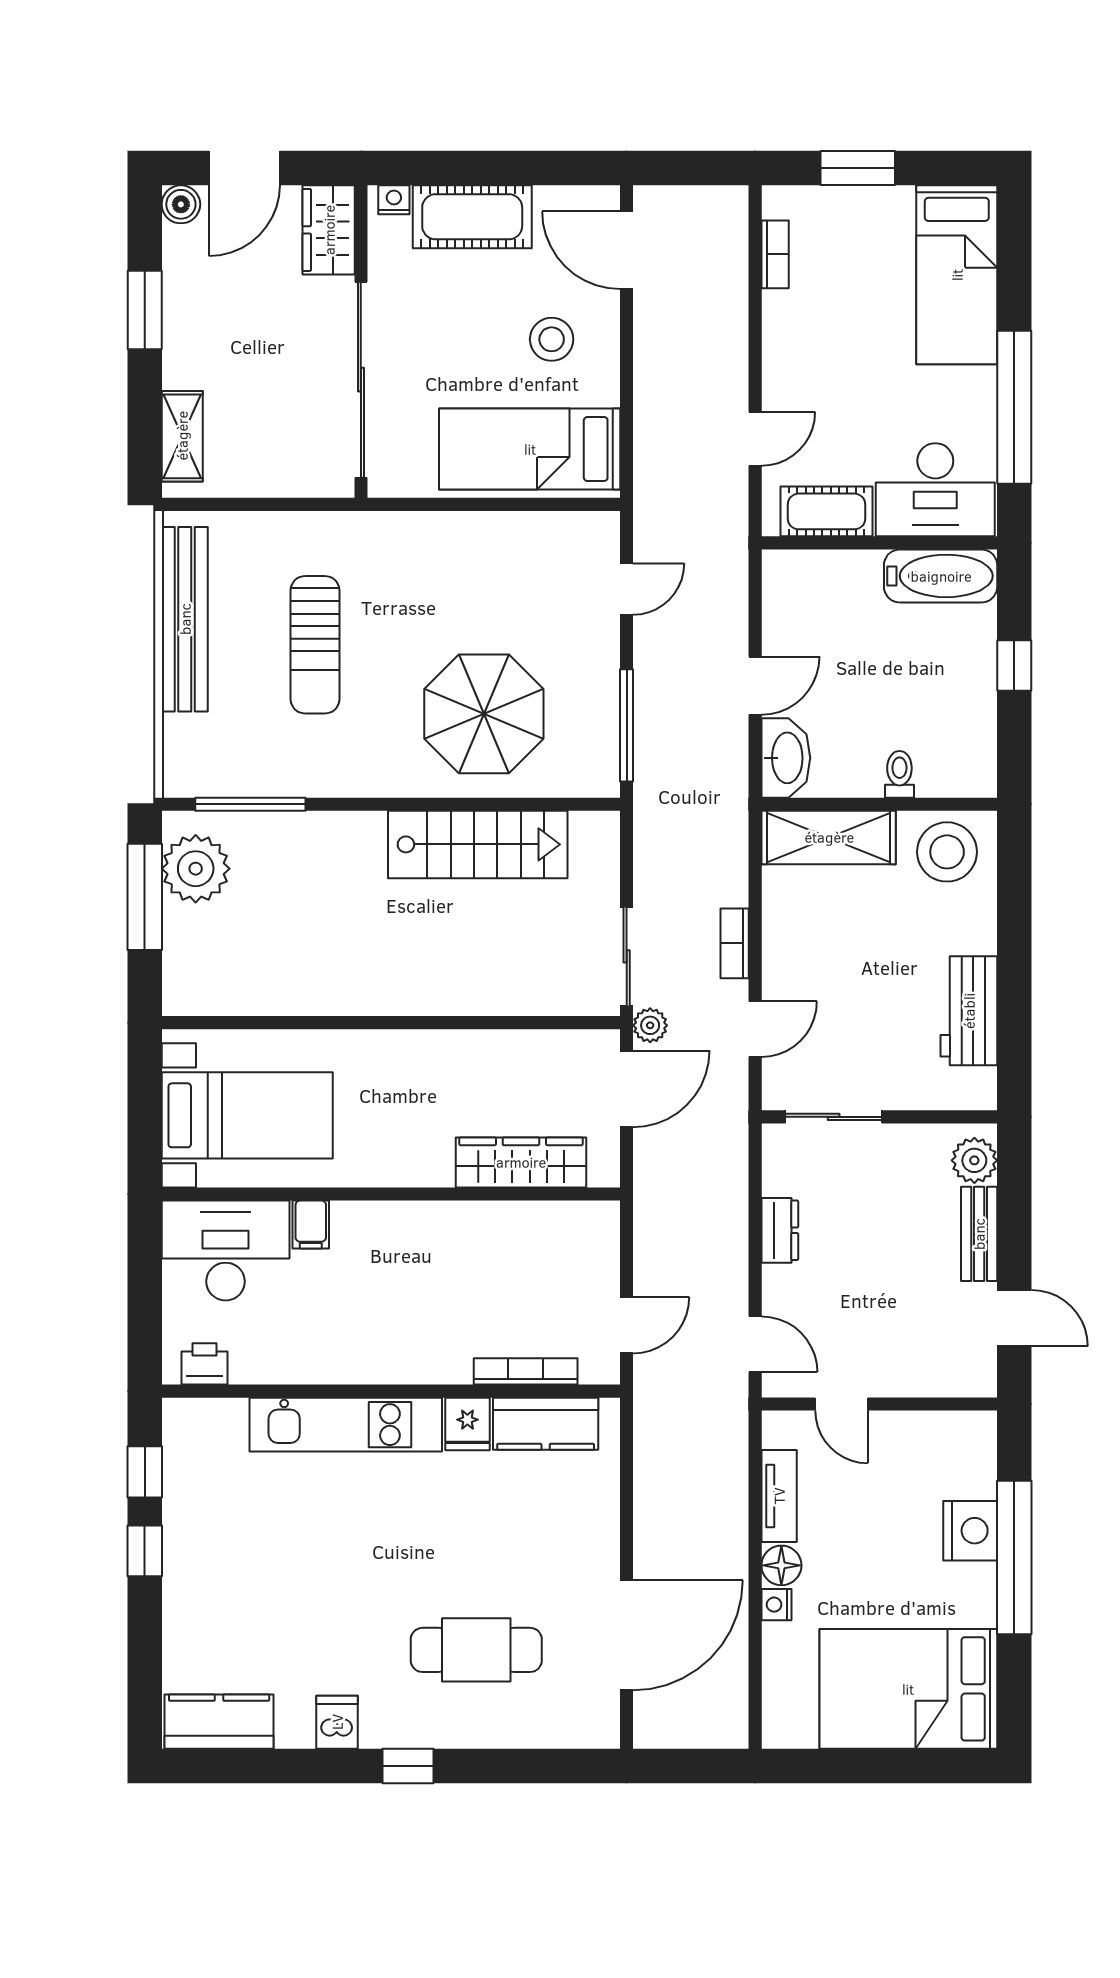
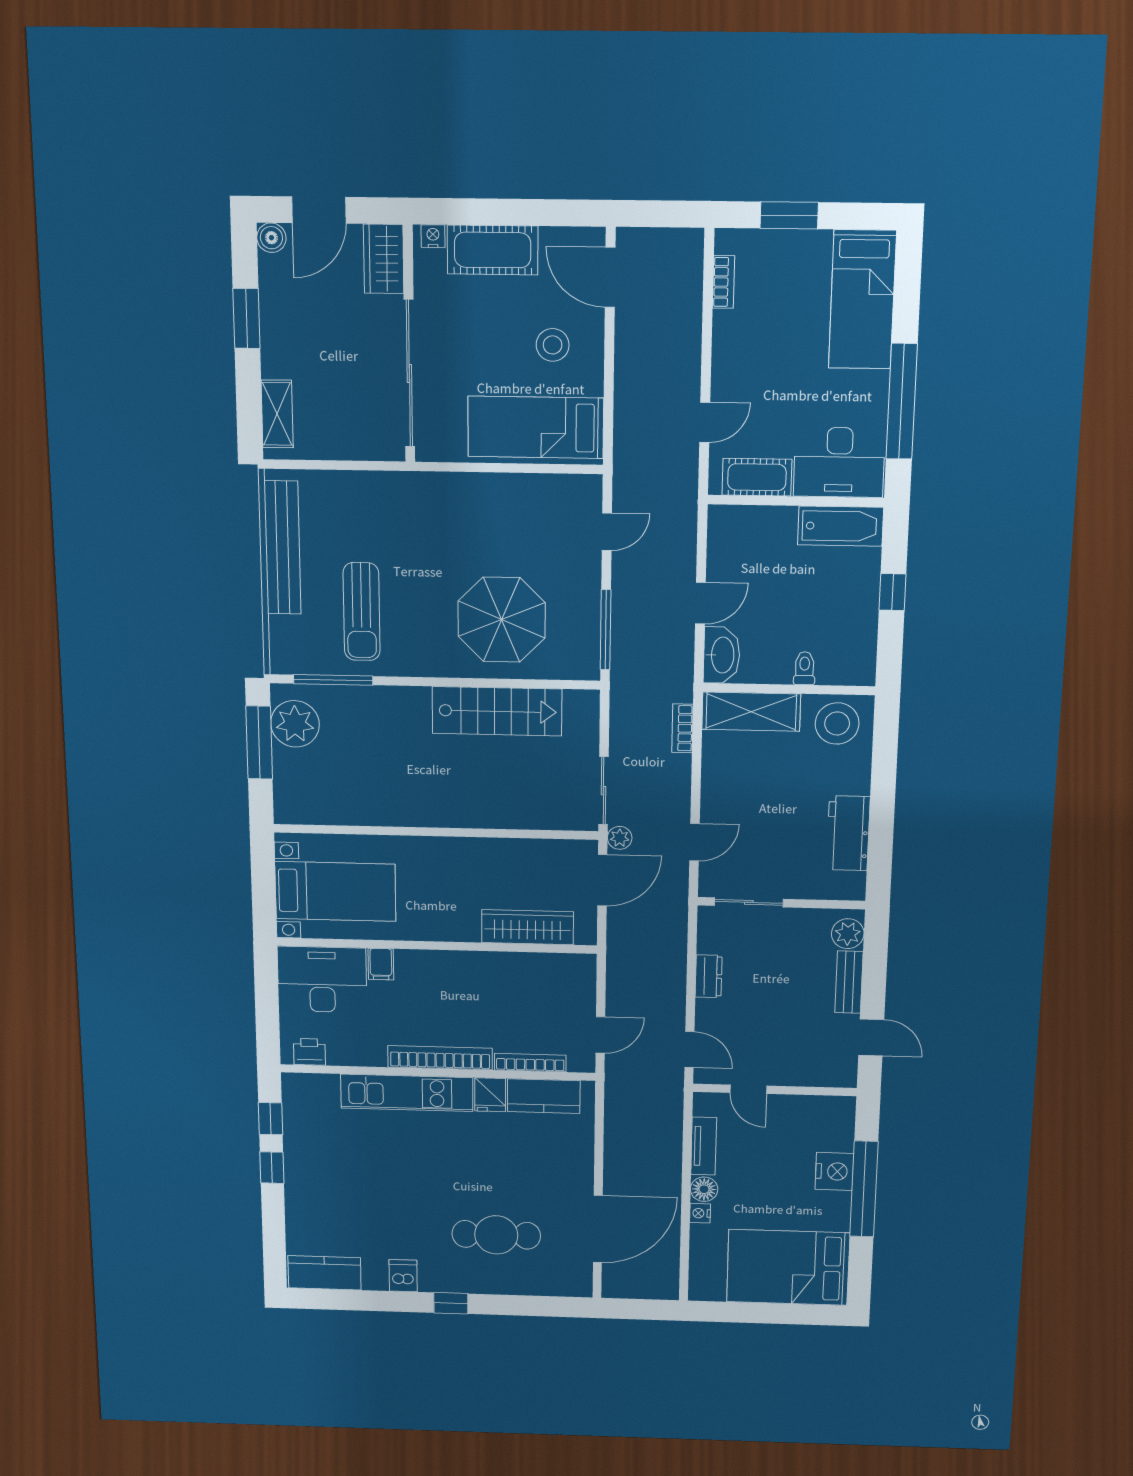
sun lounger: (315, 645) -> (362, 612), moved
bookcase: (735, 943) -> (682, 728), moved
bookcase: (395, 1367) -> (440, 1058), added

